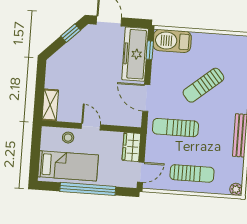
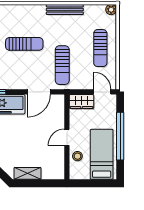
sun lounger: (203, 85) -> (24, 44), turned -50
shelving: (50, 105) -> (27, 173), moved
sun lounger: (192, 173) -> (100, 48), turned 180

